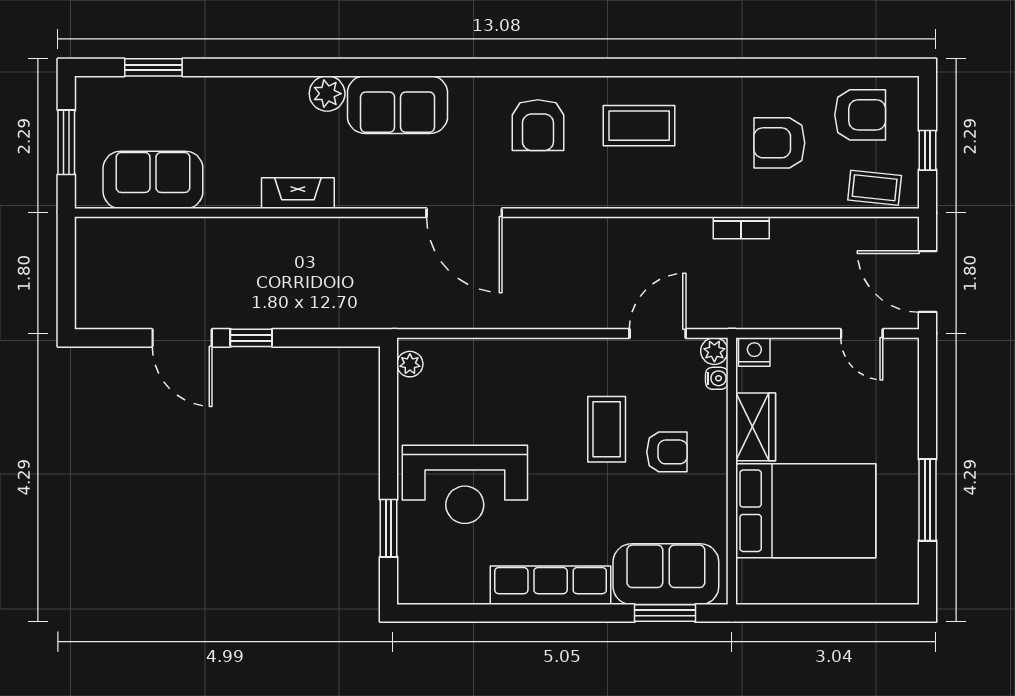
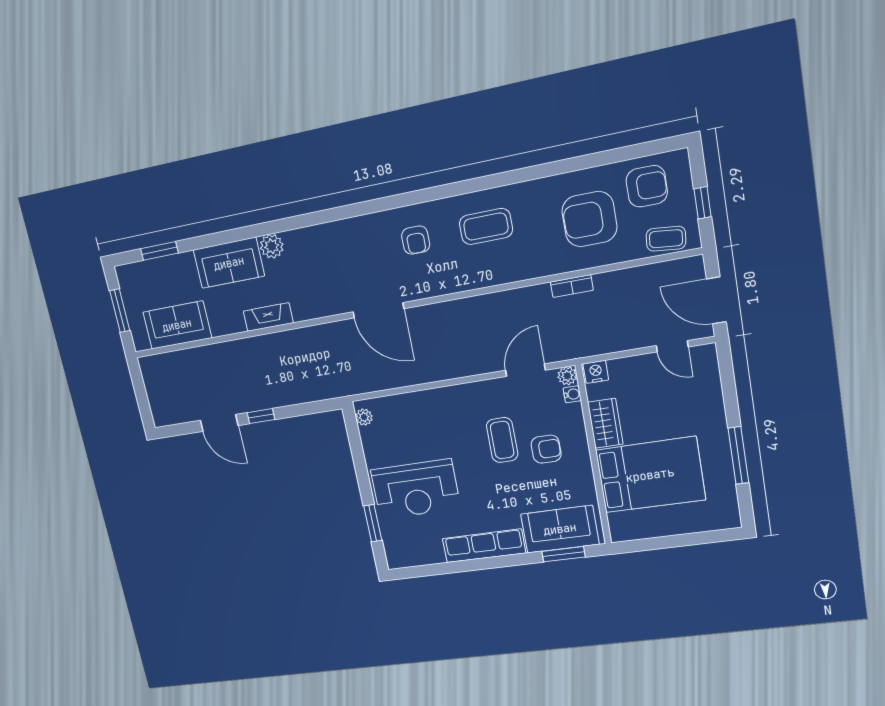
sofa: (398, 105) -> (229, 263), moved
armchair: (538, 125) -> (416, 240), width x0.72, depth x0.72
armchair: (779, 143) -> (589, 219), width x1.36, depth x1.36

